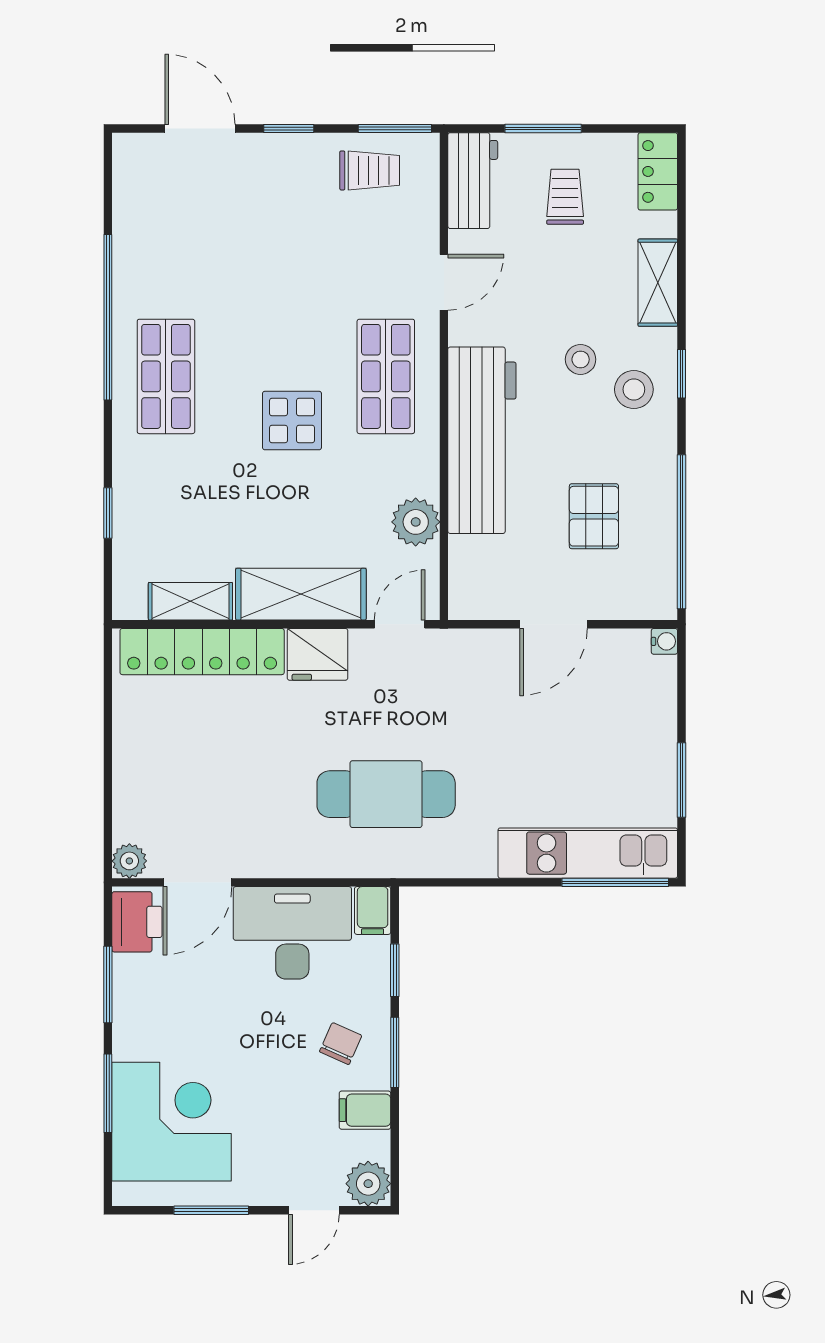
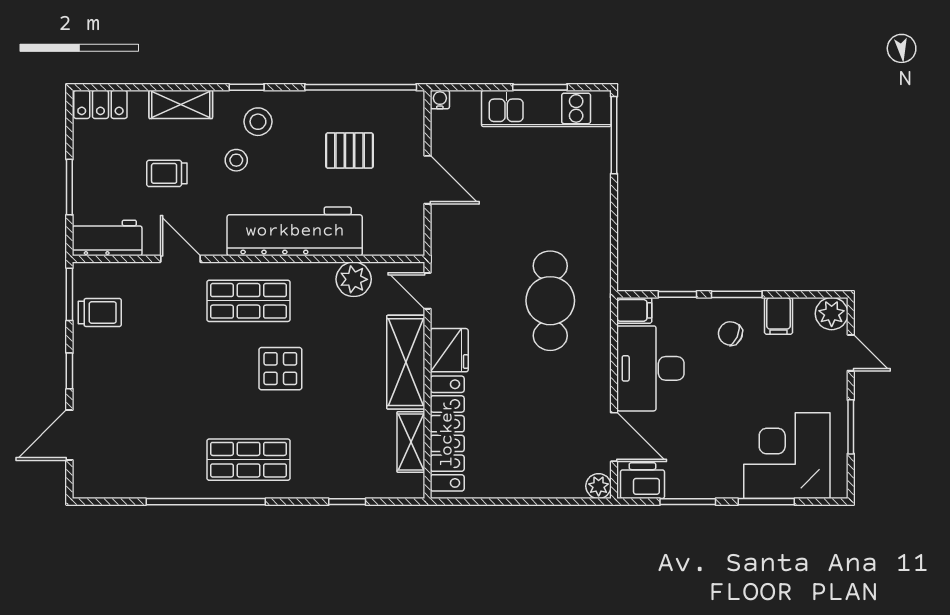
trolley: (370, 170) -> (100, 313), turned 90
trolley: (565, 197) -> (167, 173), moved
kitchen unit: (588, 853) -> (546, 108), moved, turned -90

